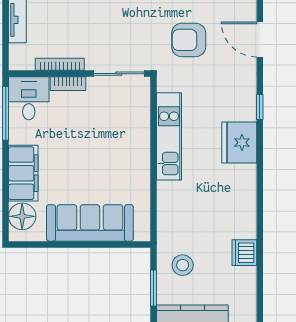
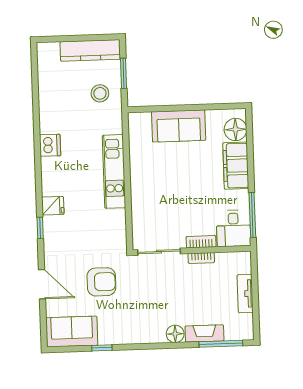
bookcase: (60, 64) -> (201, 258), width x0.64
kitchen unit: (169, 136) -> (114, 171), moved
fridge: (239, 142) -> (53, 206), width x0.53, depth x0.75
sofa: (90, 223) -> (179, 126), width x0.73
dishwasher: (244, 253) -> (50, 145), moved

